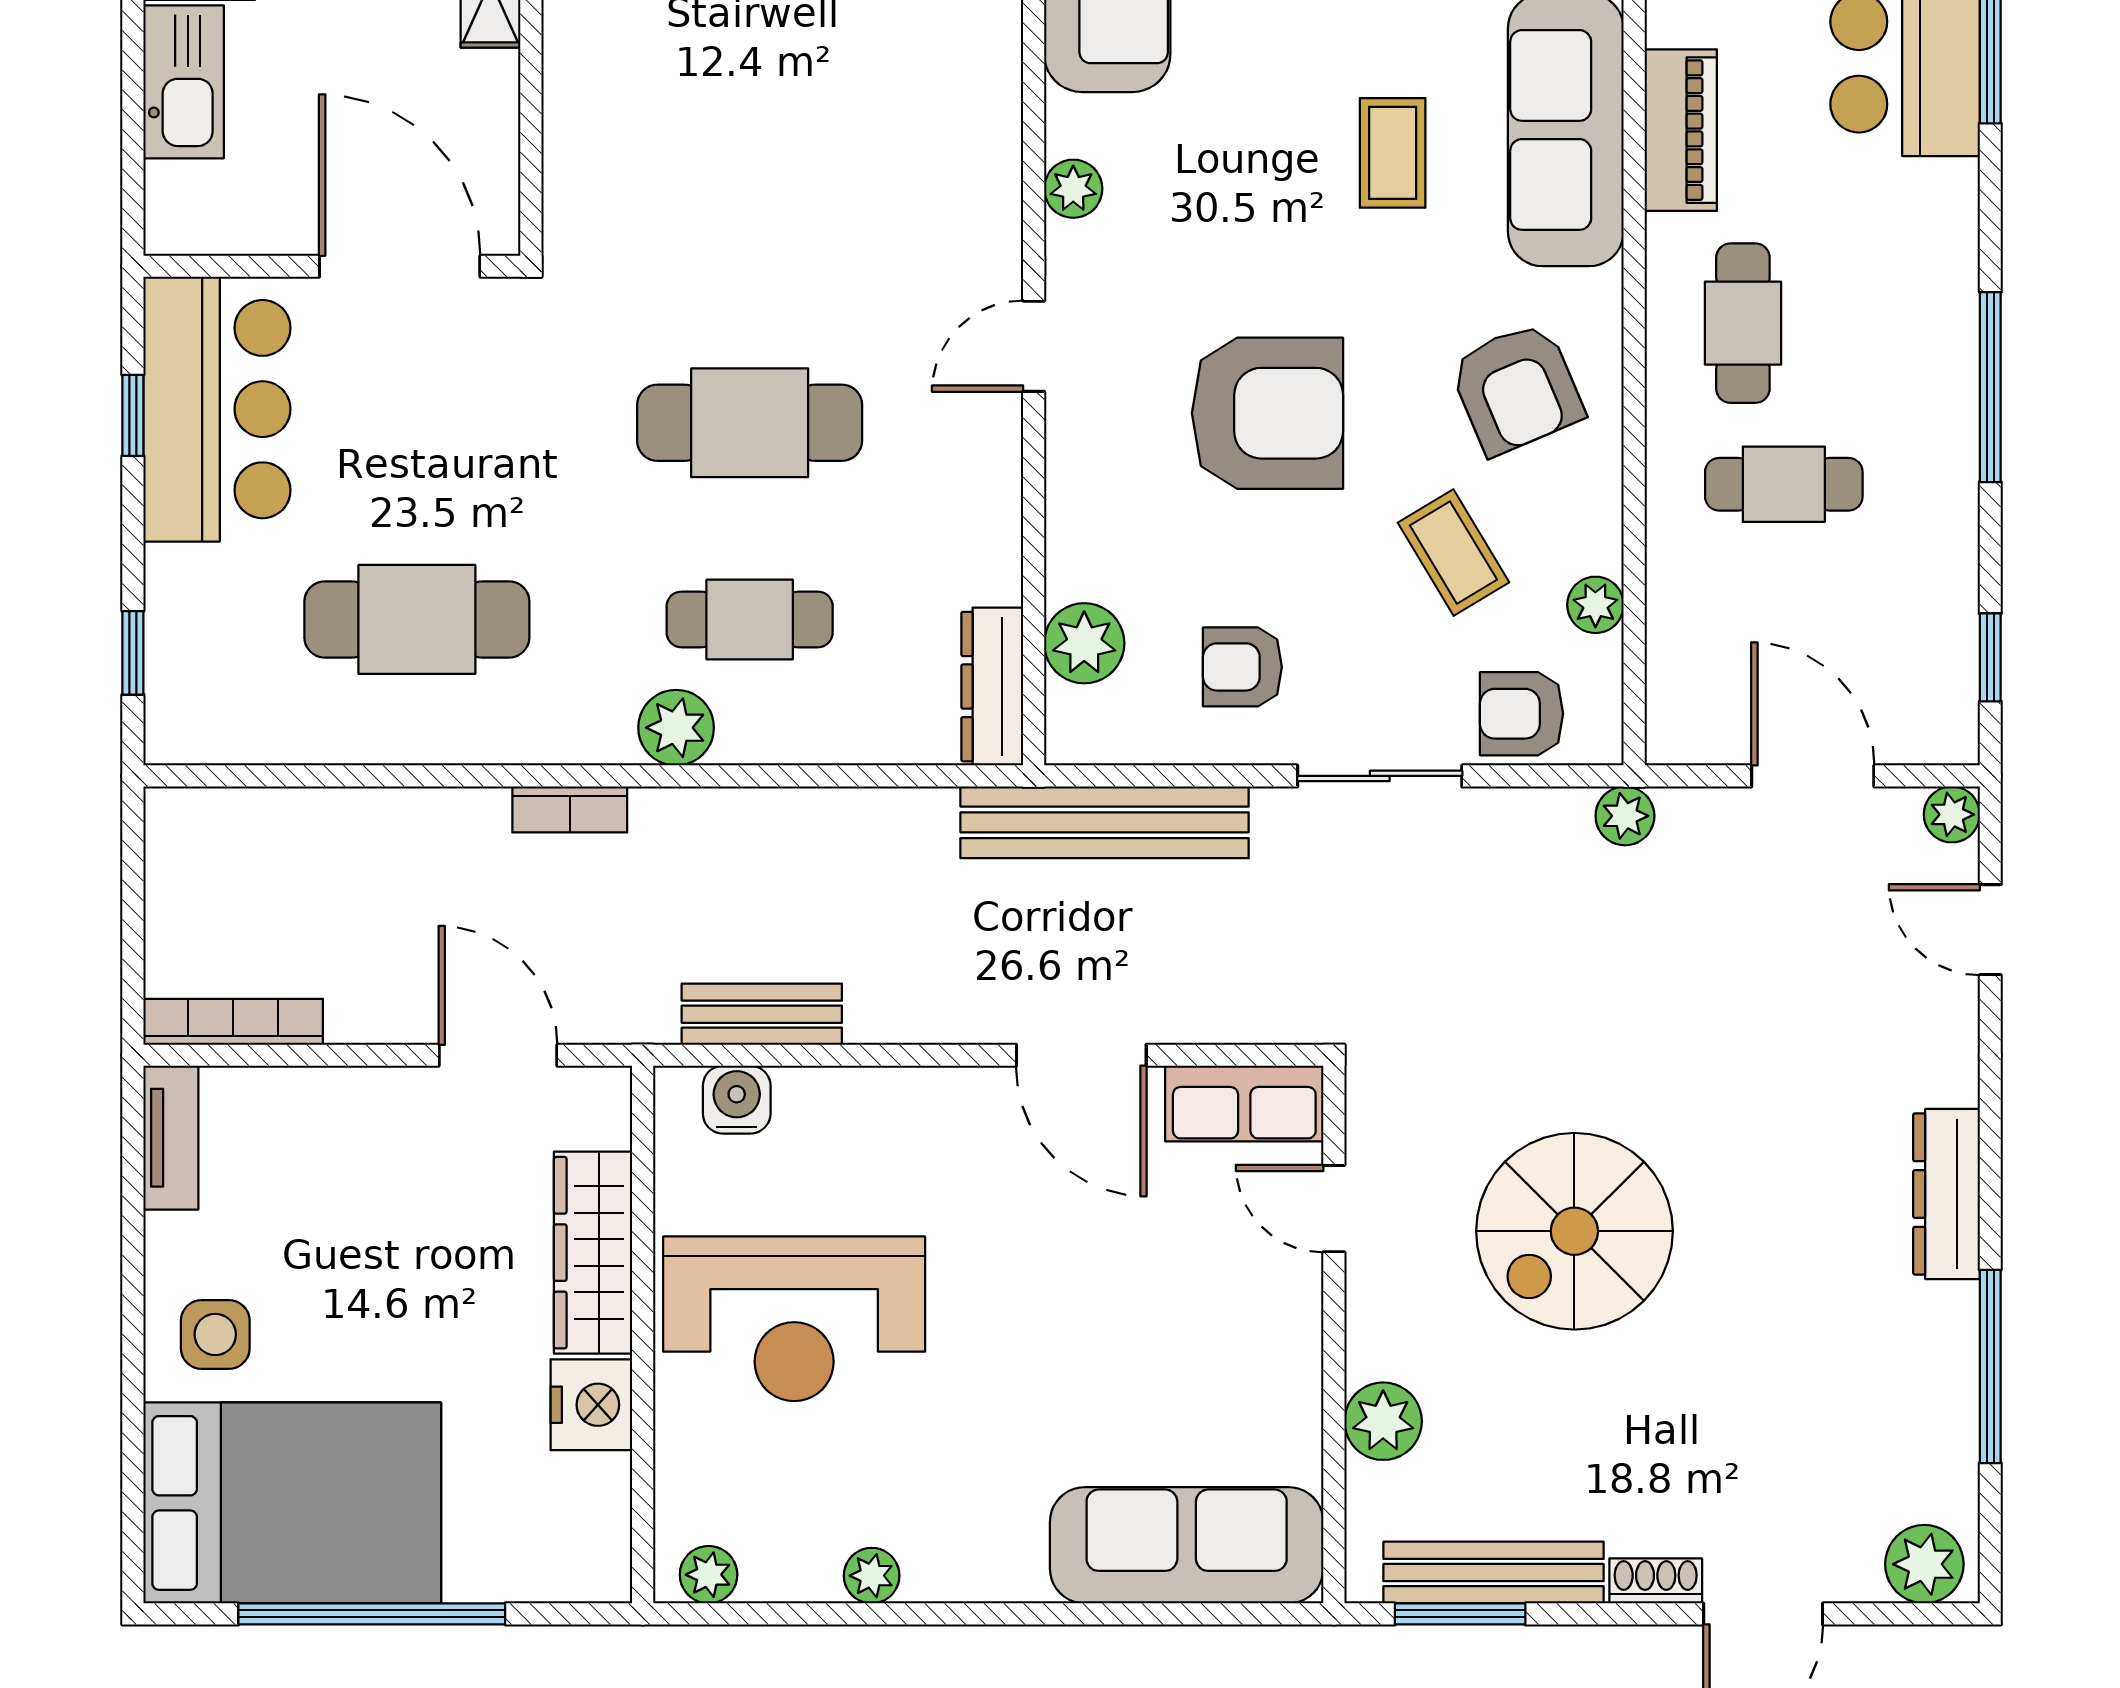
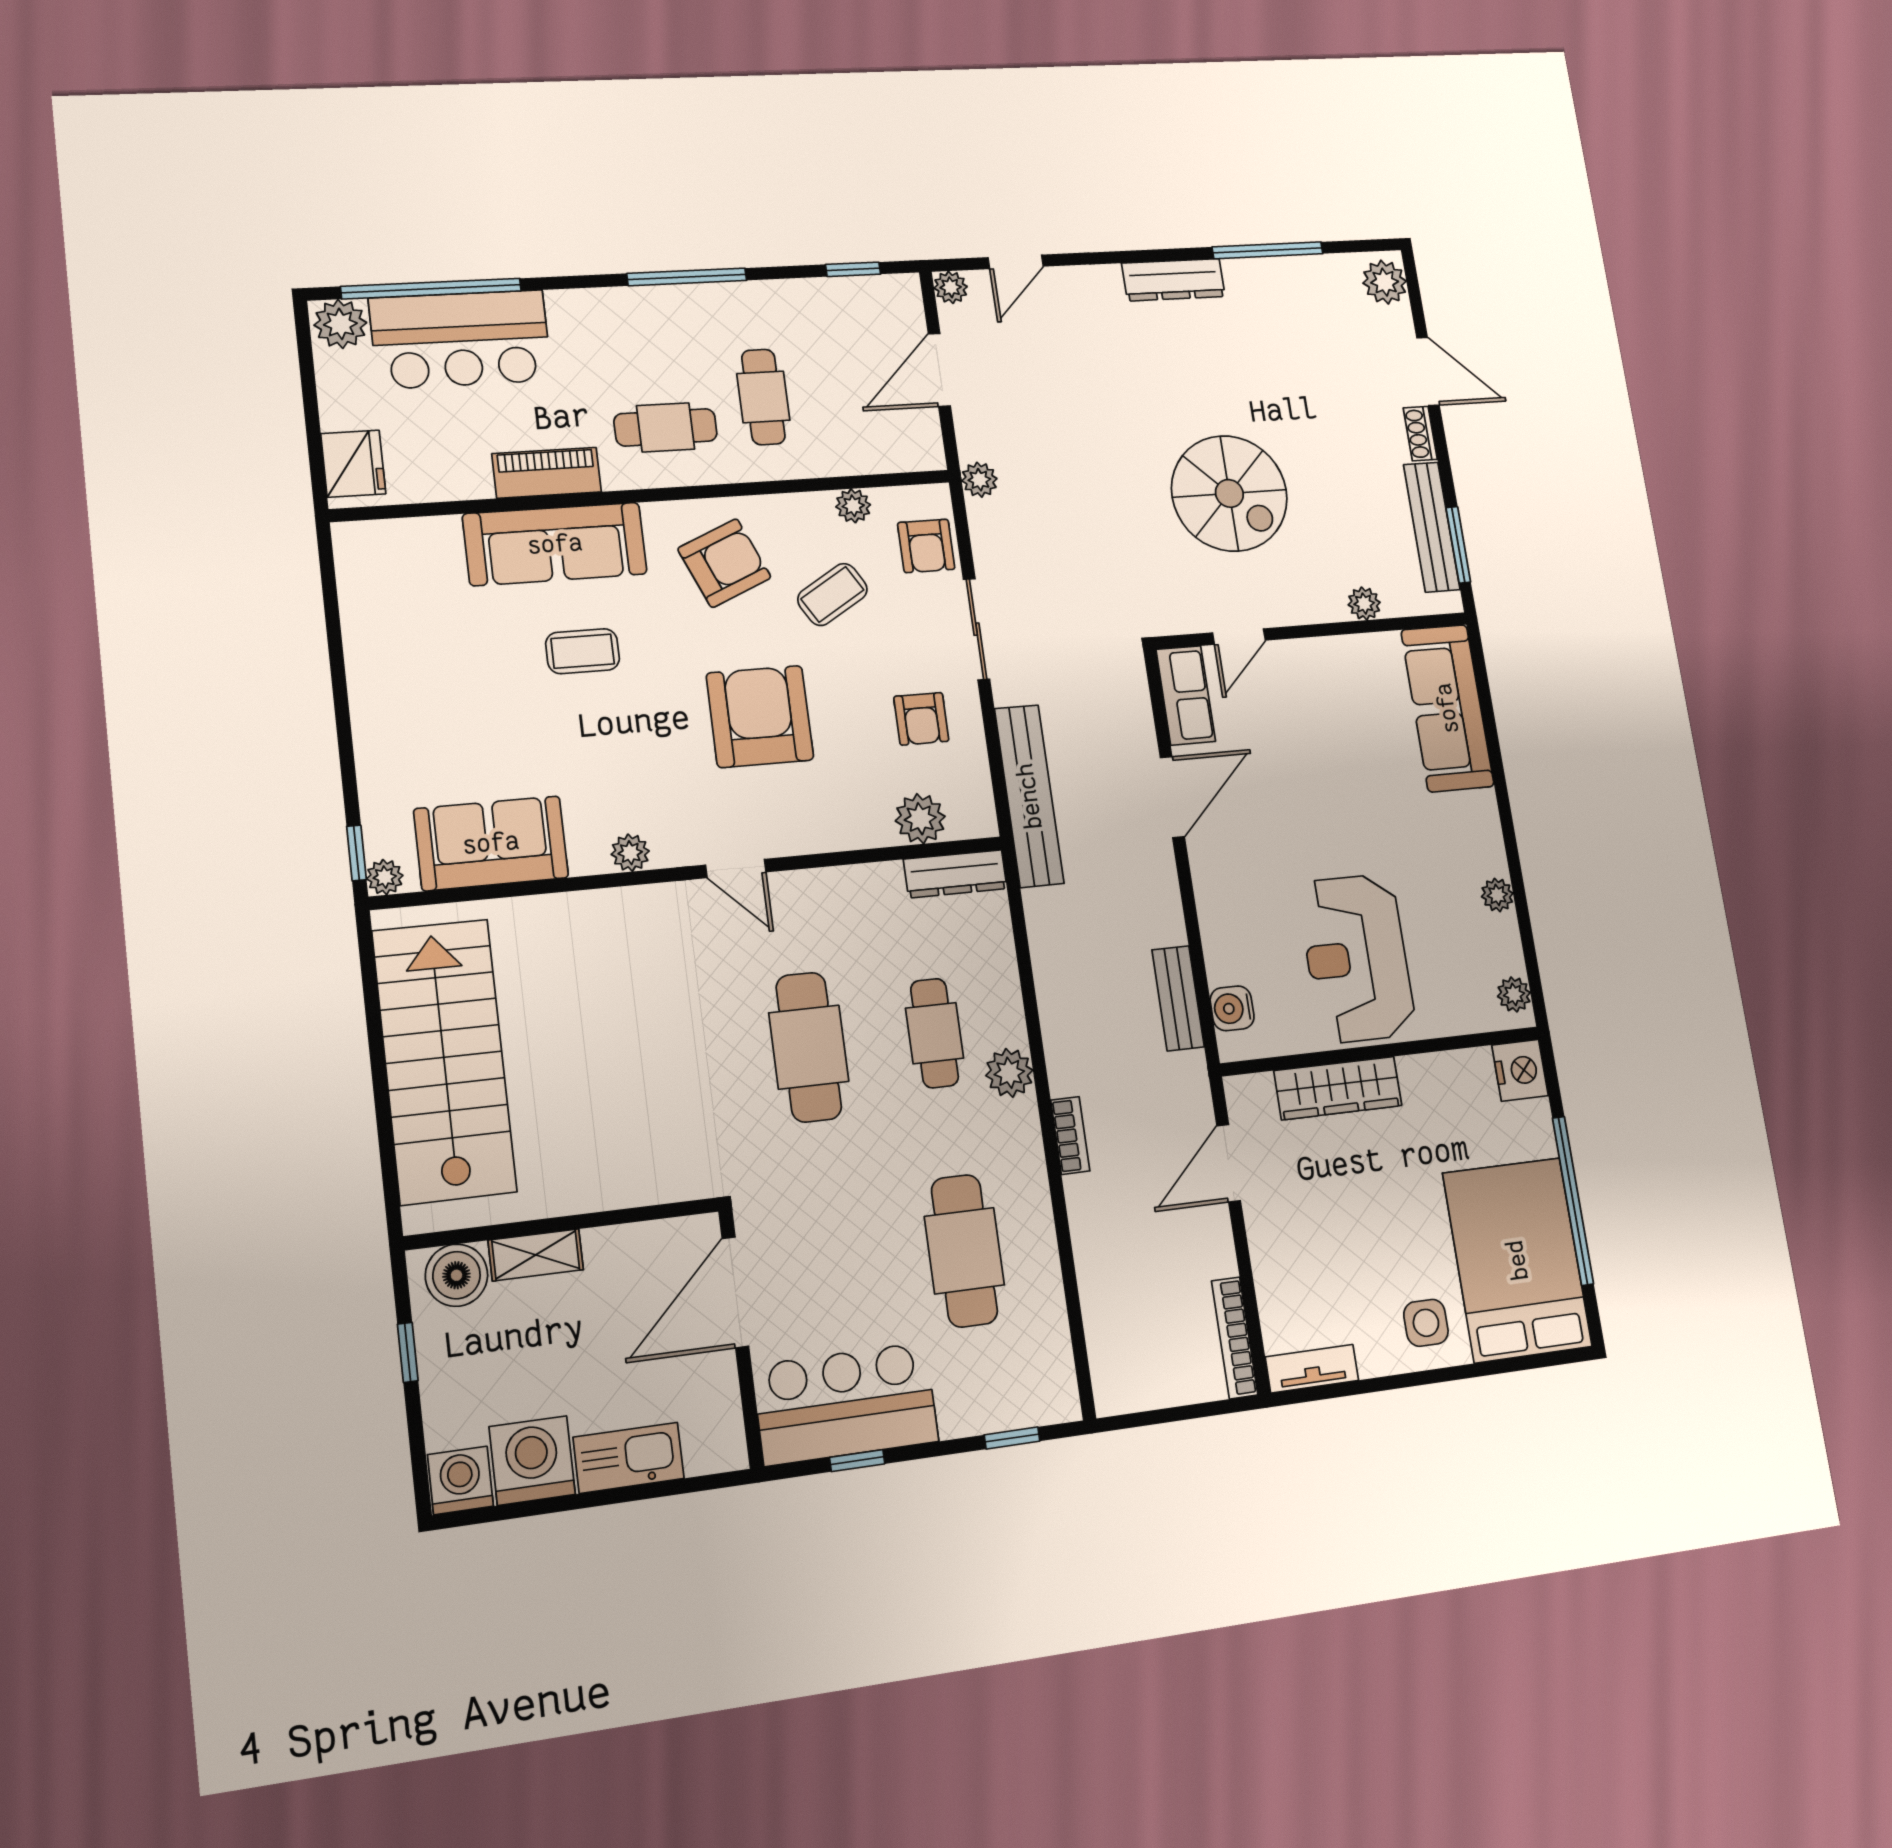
reception desk: (794, 1319) -> (1357, 958), turned 180
nightstand: (591, 1405) -> (1520, 1070), moved, turned 90
plant: (1383, 1421) -> (1364, 604), width x0.73, depth x0.73

